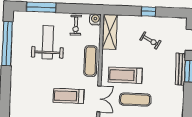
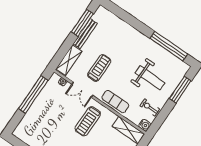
treadmill: (125, 75) -> (88, 121), turned 180
exercise mat: (135, 100) -> (64, 117), removed

